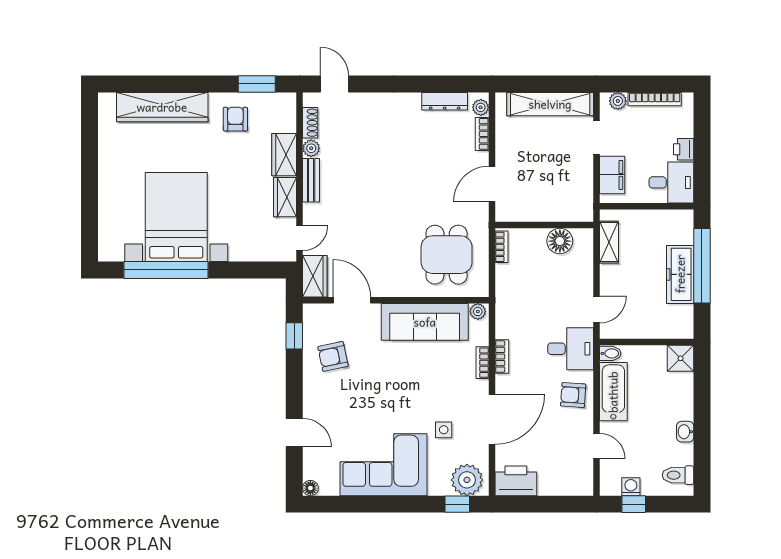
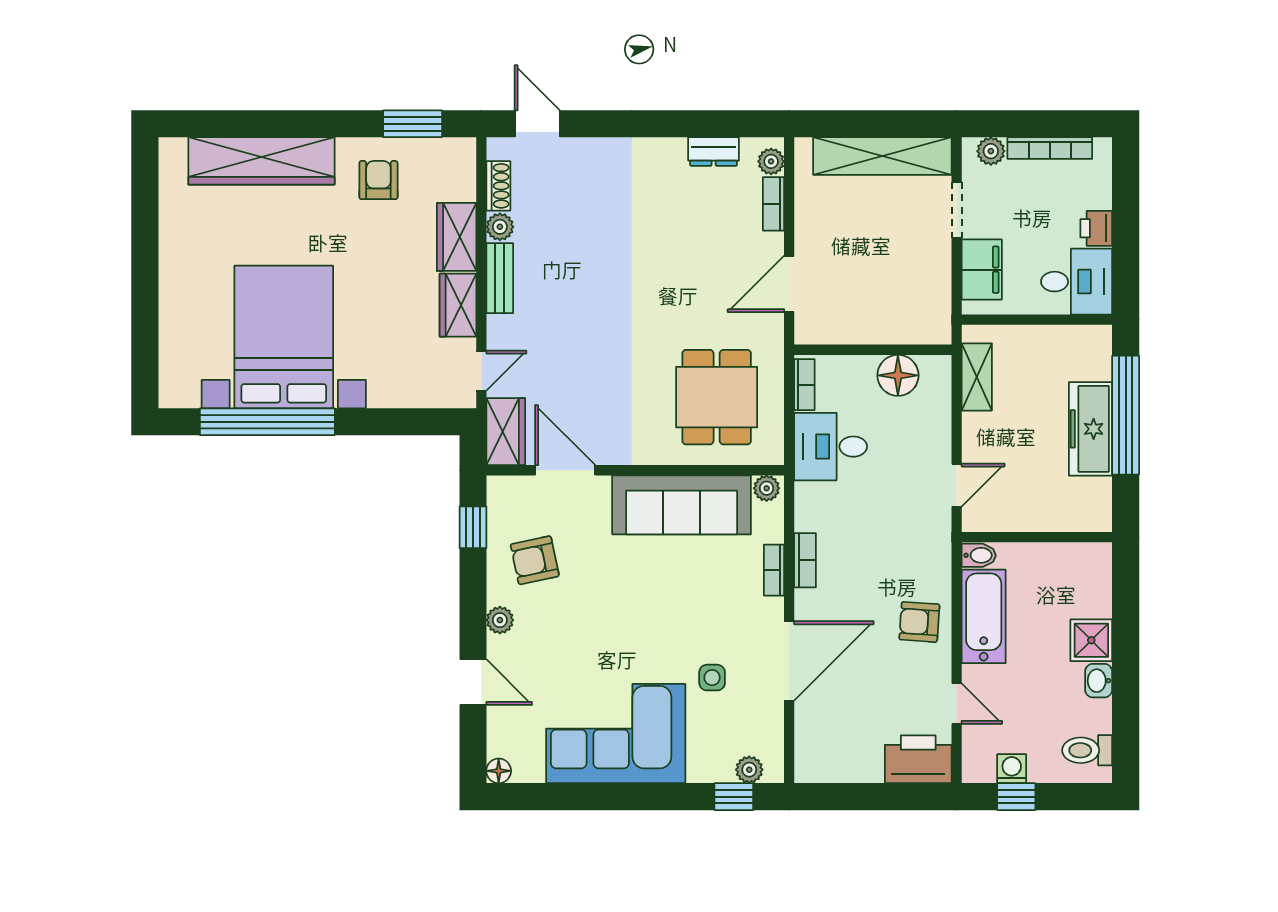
dresser: (445, 101) -> (714, 151), width x0.70
desk: (571, 349) -> (831, 447), moved, turned 180
shower: (681, 358) -> (1091, 640), moved
plant: (311, 394) -> (500, 620), added
plant: (467, 480) -> (749, 770), width x0.53, depth x0.53
printer: (516, 481) -> (918, 759), moved

